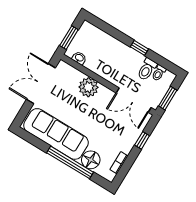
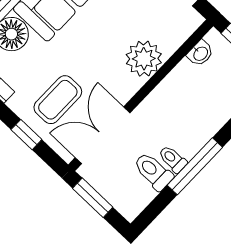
window: (139, 48) -> (195, 166), width x2.17
toilet: (159, 73) -> (173, 159), moved
coffee table: (120, 128) -> (58, 100), added

